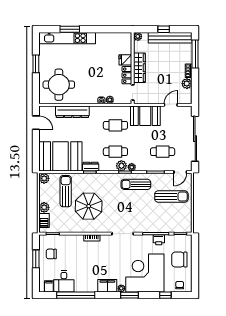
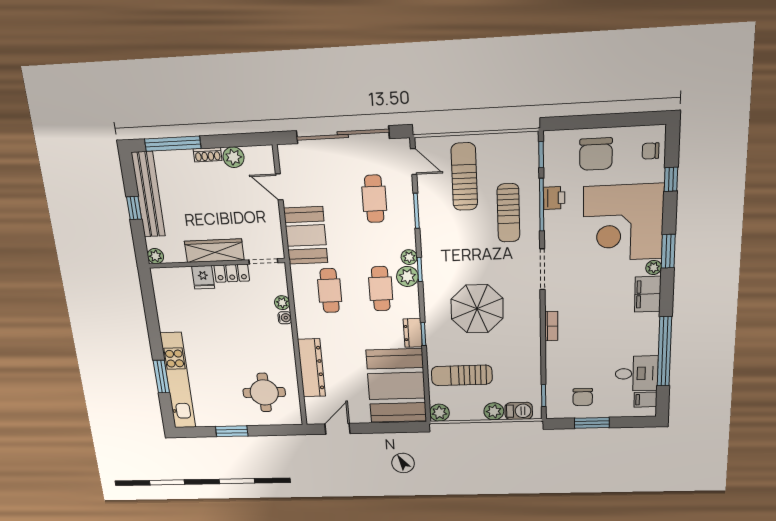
round table: (59, 85) -> (264, 392), width x0.73, depth x0.73
sun lounger: (136, 184) -> (508, 213), moved
parasol: (89, 206) -> (477, 309), moved

